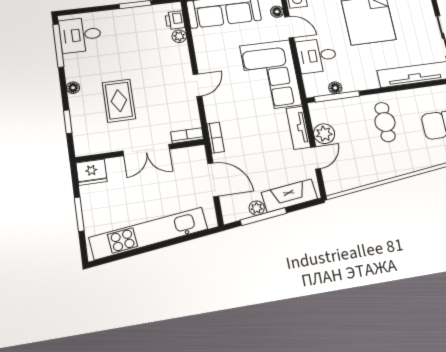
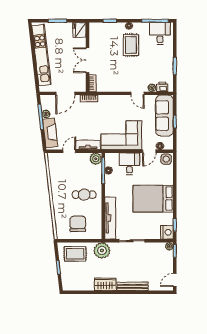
door: (197, 85) -> (137, 93), moved
rug: (119, 101) -> (131, 45), moved, turned 90
plant: (324, 134) -> (96, 159), moved
door: (316, 158) -> (69, 151), swing flipped

